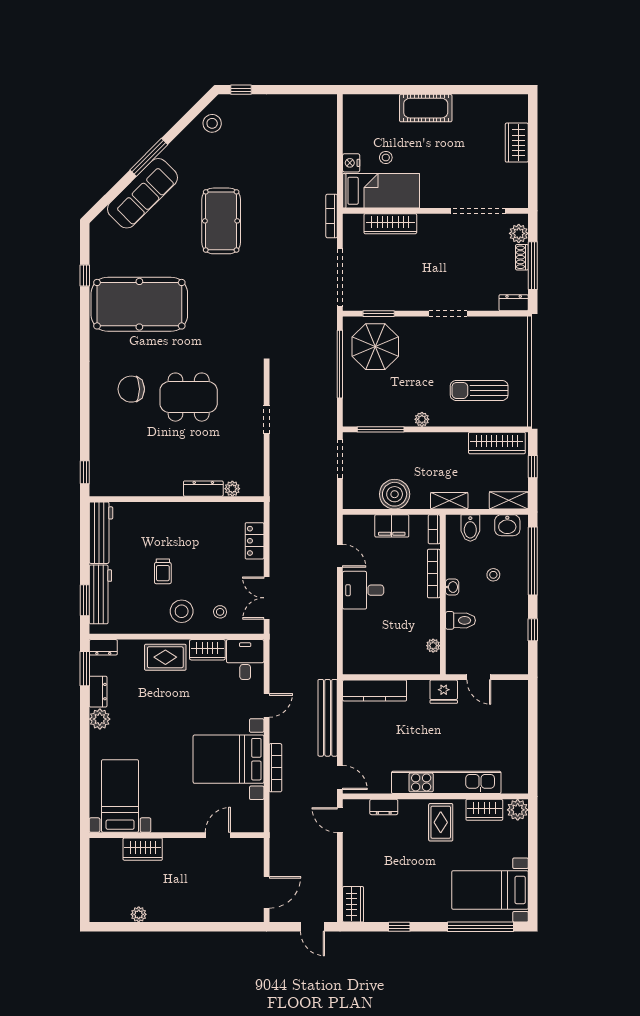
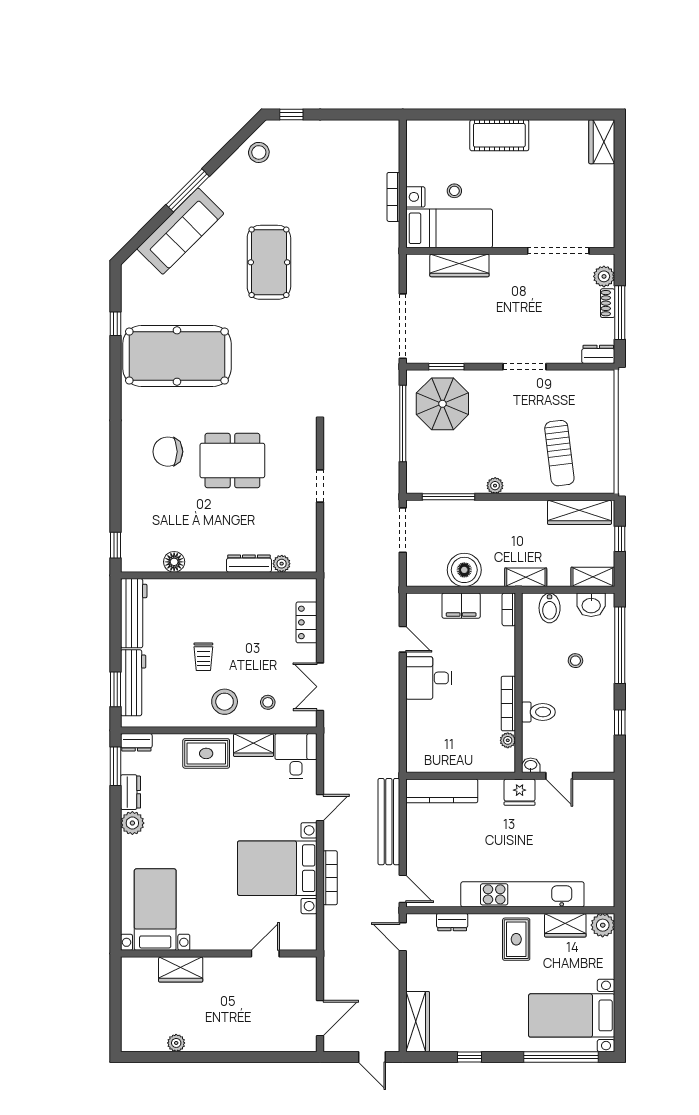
wardrobe: (517, 143) -> (602, 142), moved
bookcase: (332, 216) -> (393, 197), moved
sun lounger: (479, 390) -> (559, 453), turned -97
floor lamp: (137, 487) -> (174, 562), added
bookcase: (434, 574) -> (508, 704), moved
washbasin: (452, 587) -> (531, 765), moved, turned -90
wardrobe: (353, 904) -> (418, 1022), width x1.50

